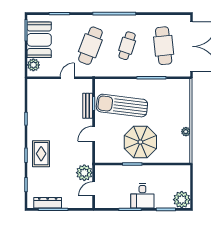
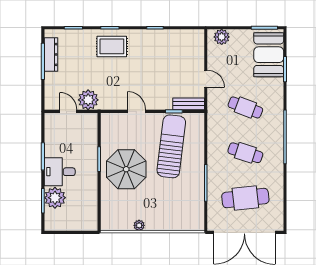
booth: (39, 40) -> (269, 55), moved, turned 90
cafe table: (90, 46) -> (245, 107), width x0.73, depth x0.74
bench: (88, 106) -> (189, 104), moved
plant: (182, 200) -> (55, 198), moved

